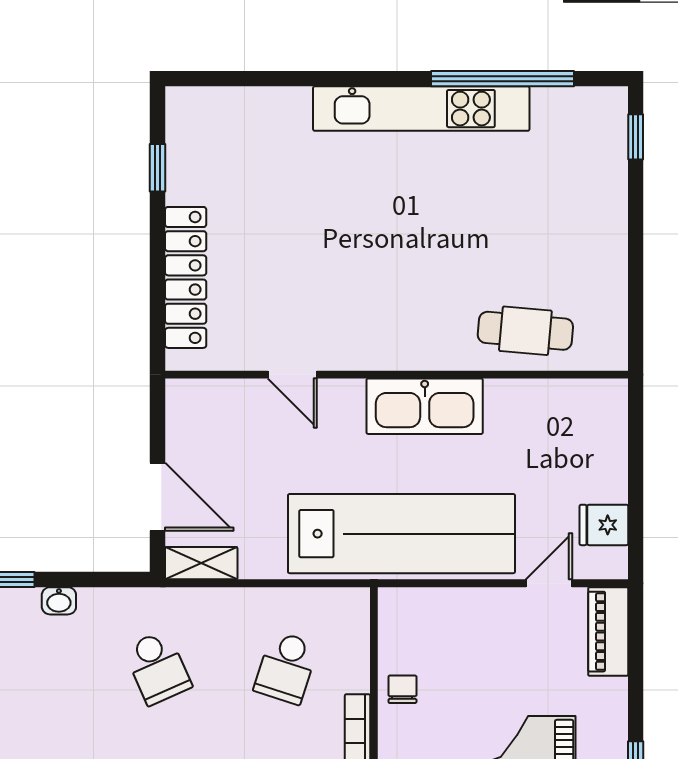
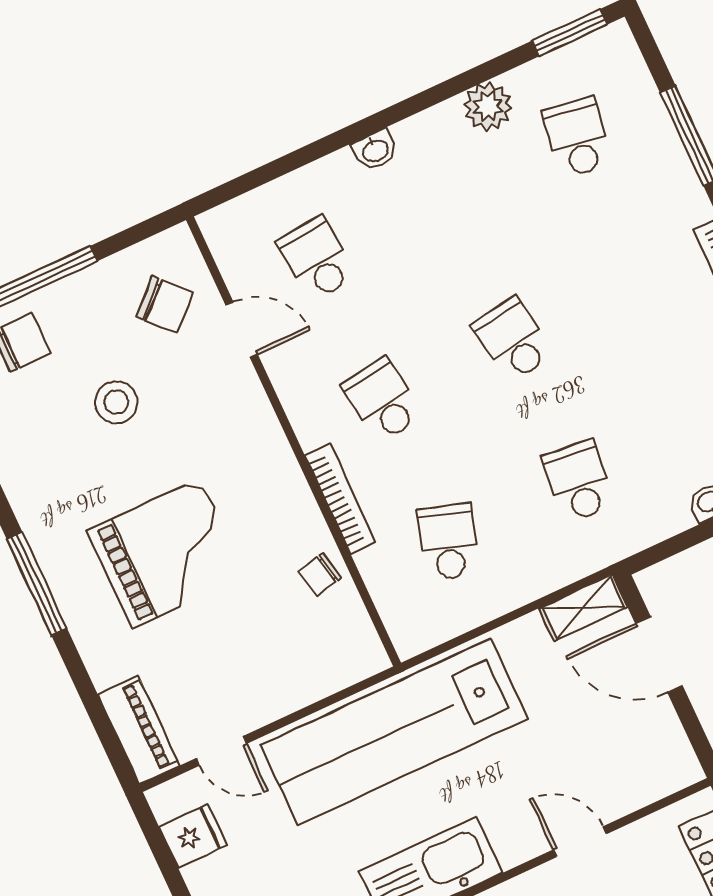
door: (549, 583) -> (221, 751), hinge flipped
school desk: (158, 668) -> (579, 481), turned 30
chair: (402, 689) -> (320, 575), turned 78

